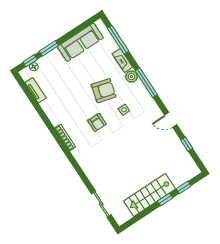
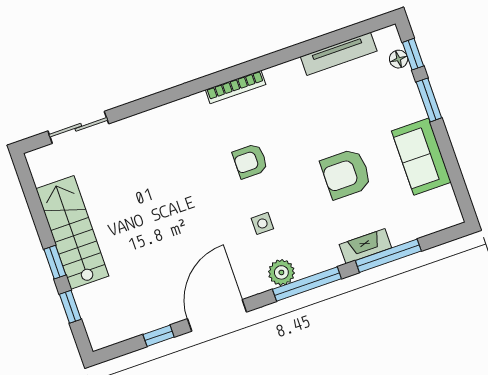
window: (118, 40) -> (388, 256), moved
sofa: (80, 42) -> (421, 157), width x0.73
plant: (131, 77) -> (281, 272), moved
tv unit: (36, 90) -> (339, 54), width x1.41
armchair: (104, 91) -> (346, 174), moved, turned 75
door: (171, 120) -> (217, 315), width x1.88

